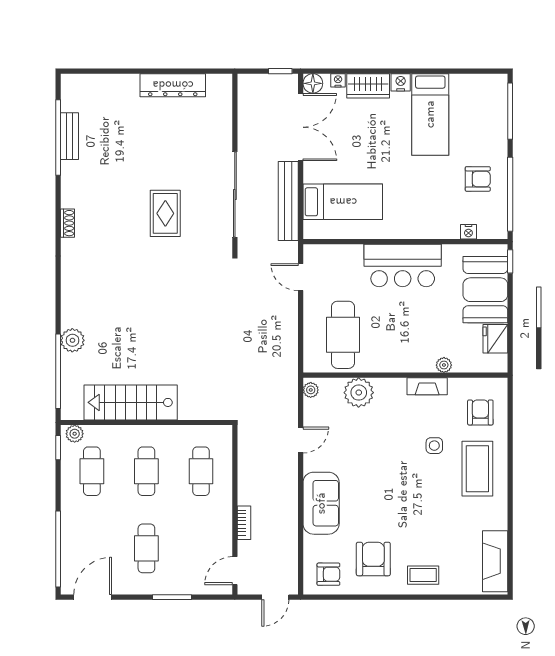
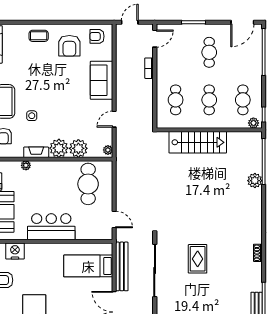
nightstand: (468, 232) -> (15, 251), width x1.89, depth x1.79
plant: (390, 393) -> (59, 148), added
stairs: (131, 402) -> (198, 142), moved

